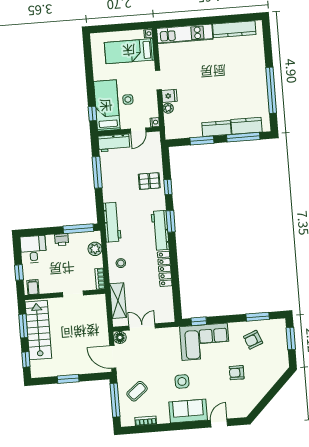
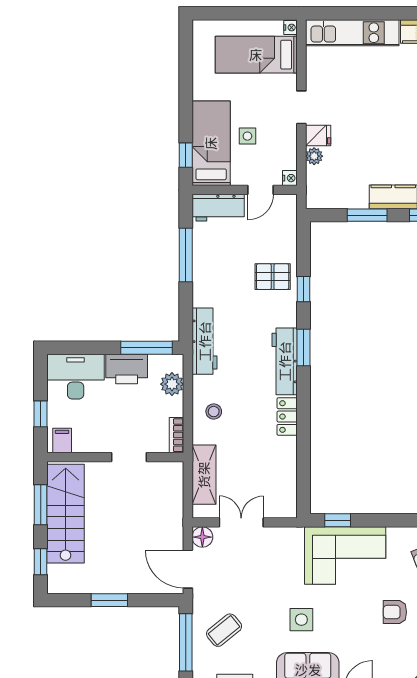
printer: (62, 240) -> (127, 369), width x1.87, depth x1.48
desk: (33, 249) -> (76, 377), width x1.37
locker: (165, 269) -> (287, 417), width x0.66

